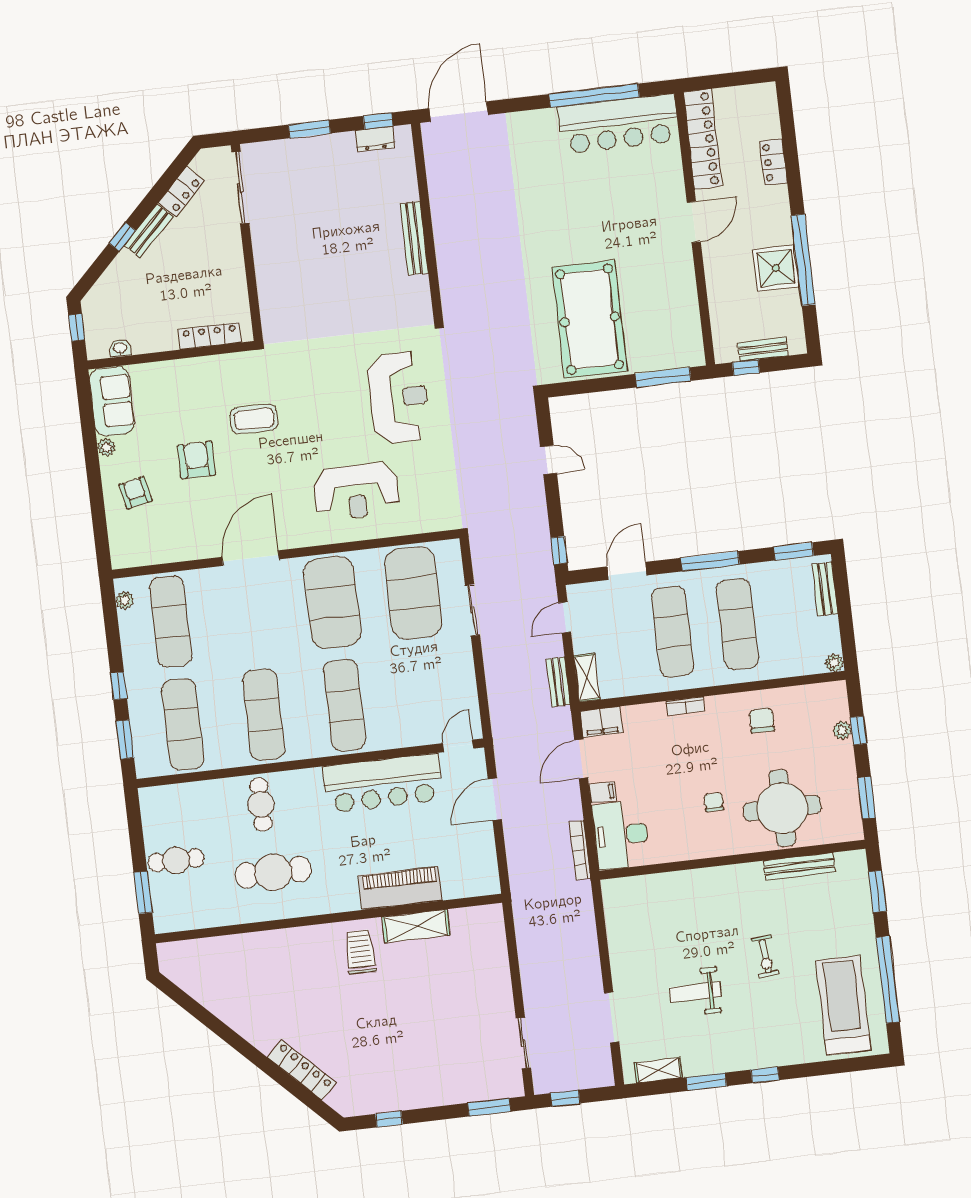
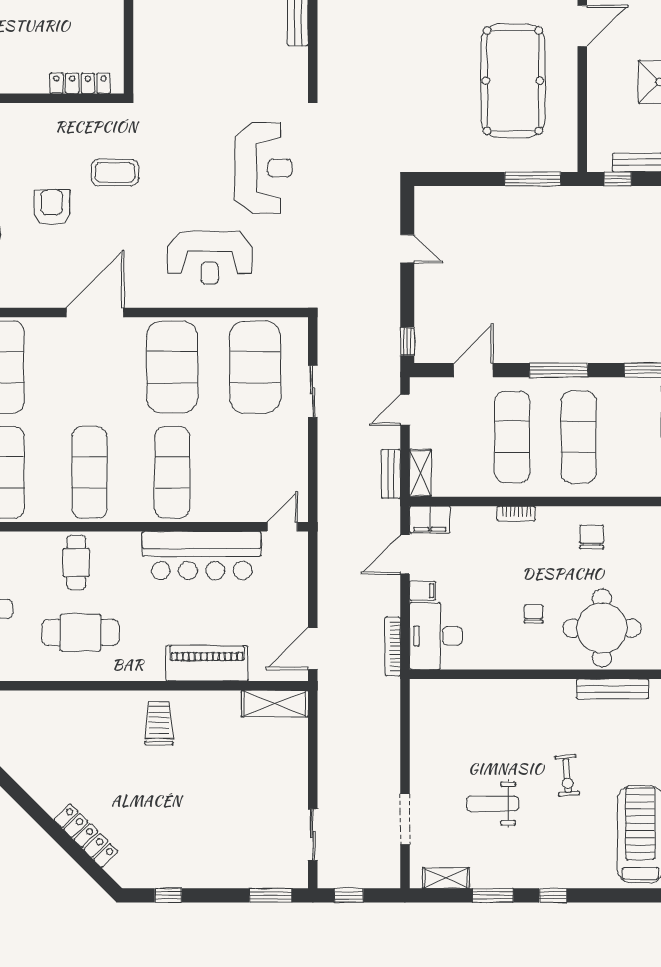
pool table: (590, 319) -> (513, 81), moved
door: (495, 799) -> (313, 648), moved
shelving: (416, 926) -> (275, 704), moved

